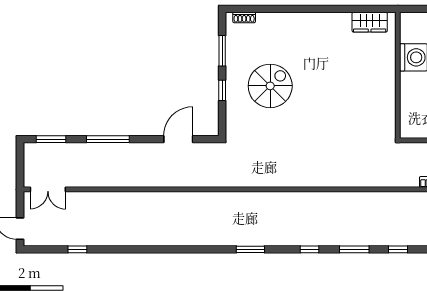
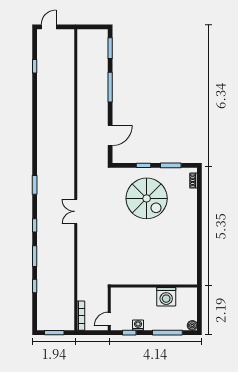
wardrobe: (370, 22) -> (190, 267), removed
spiral stairs: (270, 86) -> (147, 198), width x1.37, depth x1.37
door: (178, 139) -> (110, 135), hinge flipped
double door: (48, 189) -> (76, 211), moved

